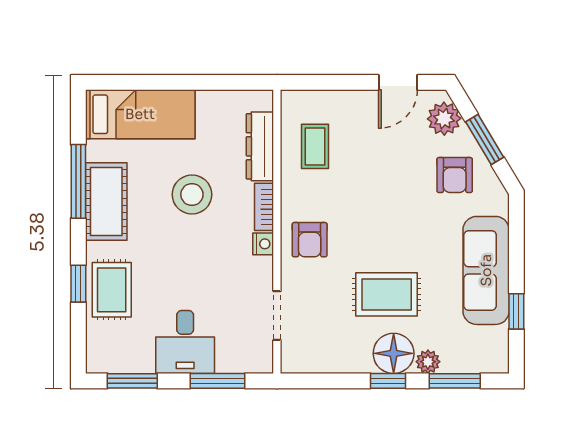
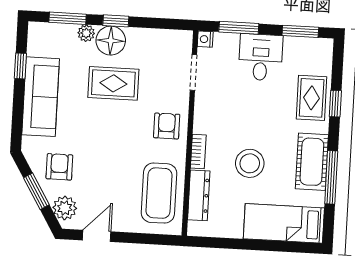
coffee table: (315, 146) -> (159, 193), width x1.86, depth x1.72
nightstand: (263, 244) -> (205, 39), moved

